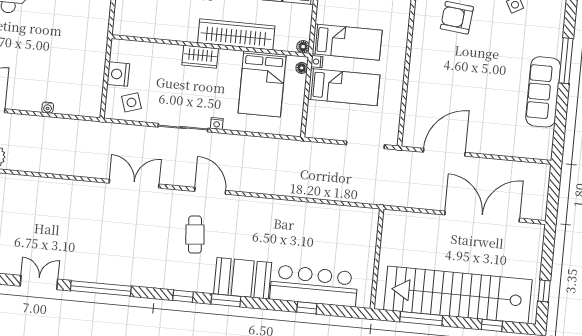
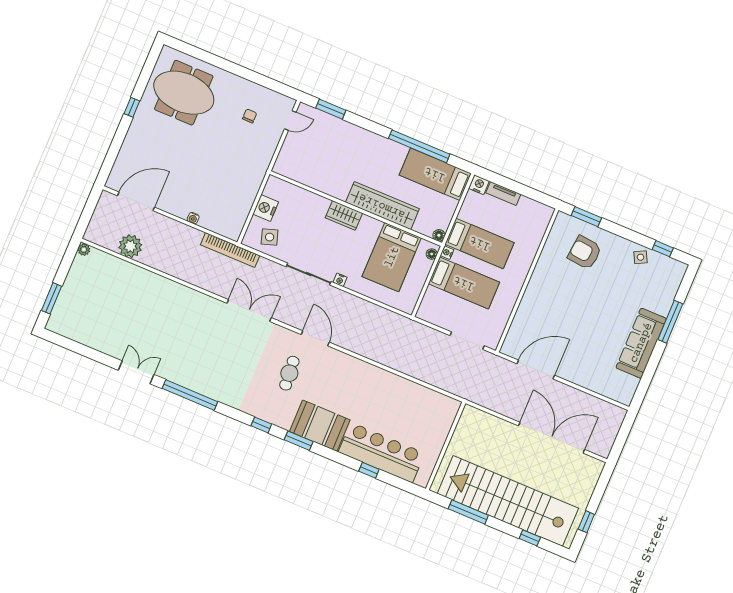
bookcase: (96, 128) -> (230, 250), added

